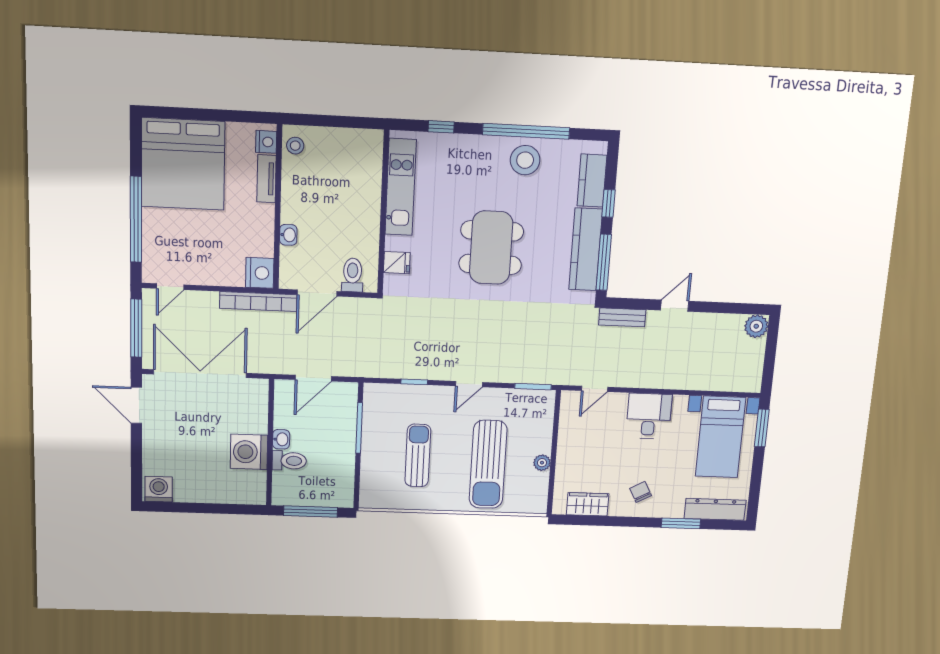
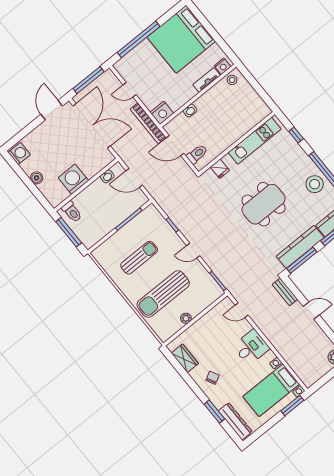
door: (170, 287) -> (130, 90), moved
washbasin: (281, 439) -> (107, 176), moved
toilet: (289, 461) -> (72, 212), moved
boiler: (208, 494) -> (37, 178), added

